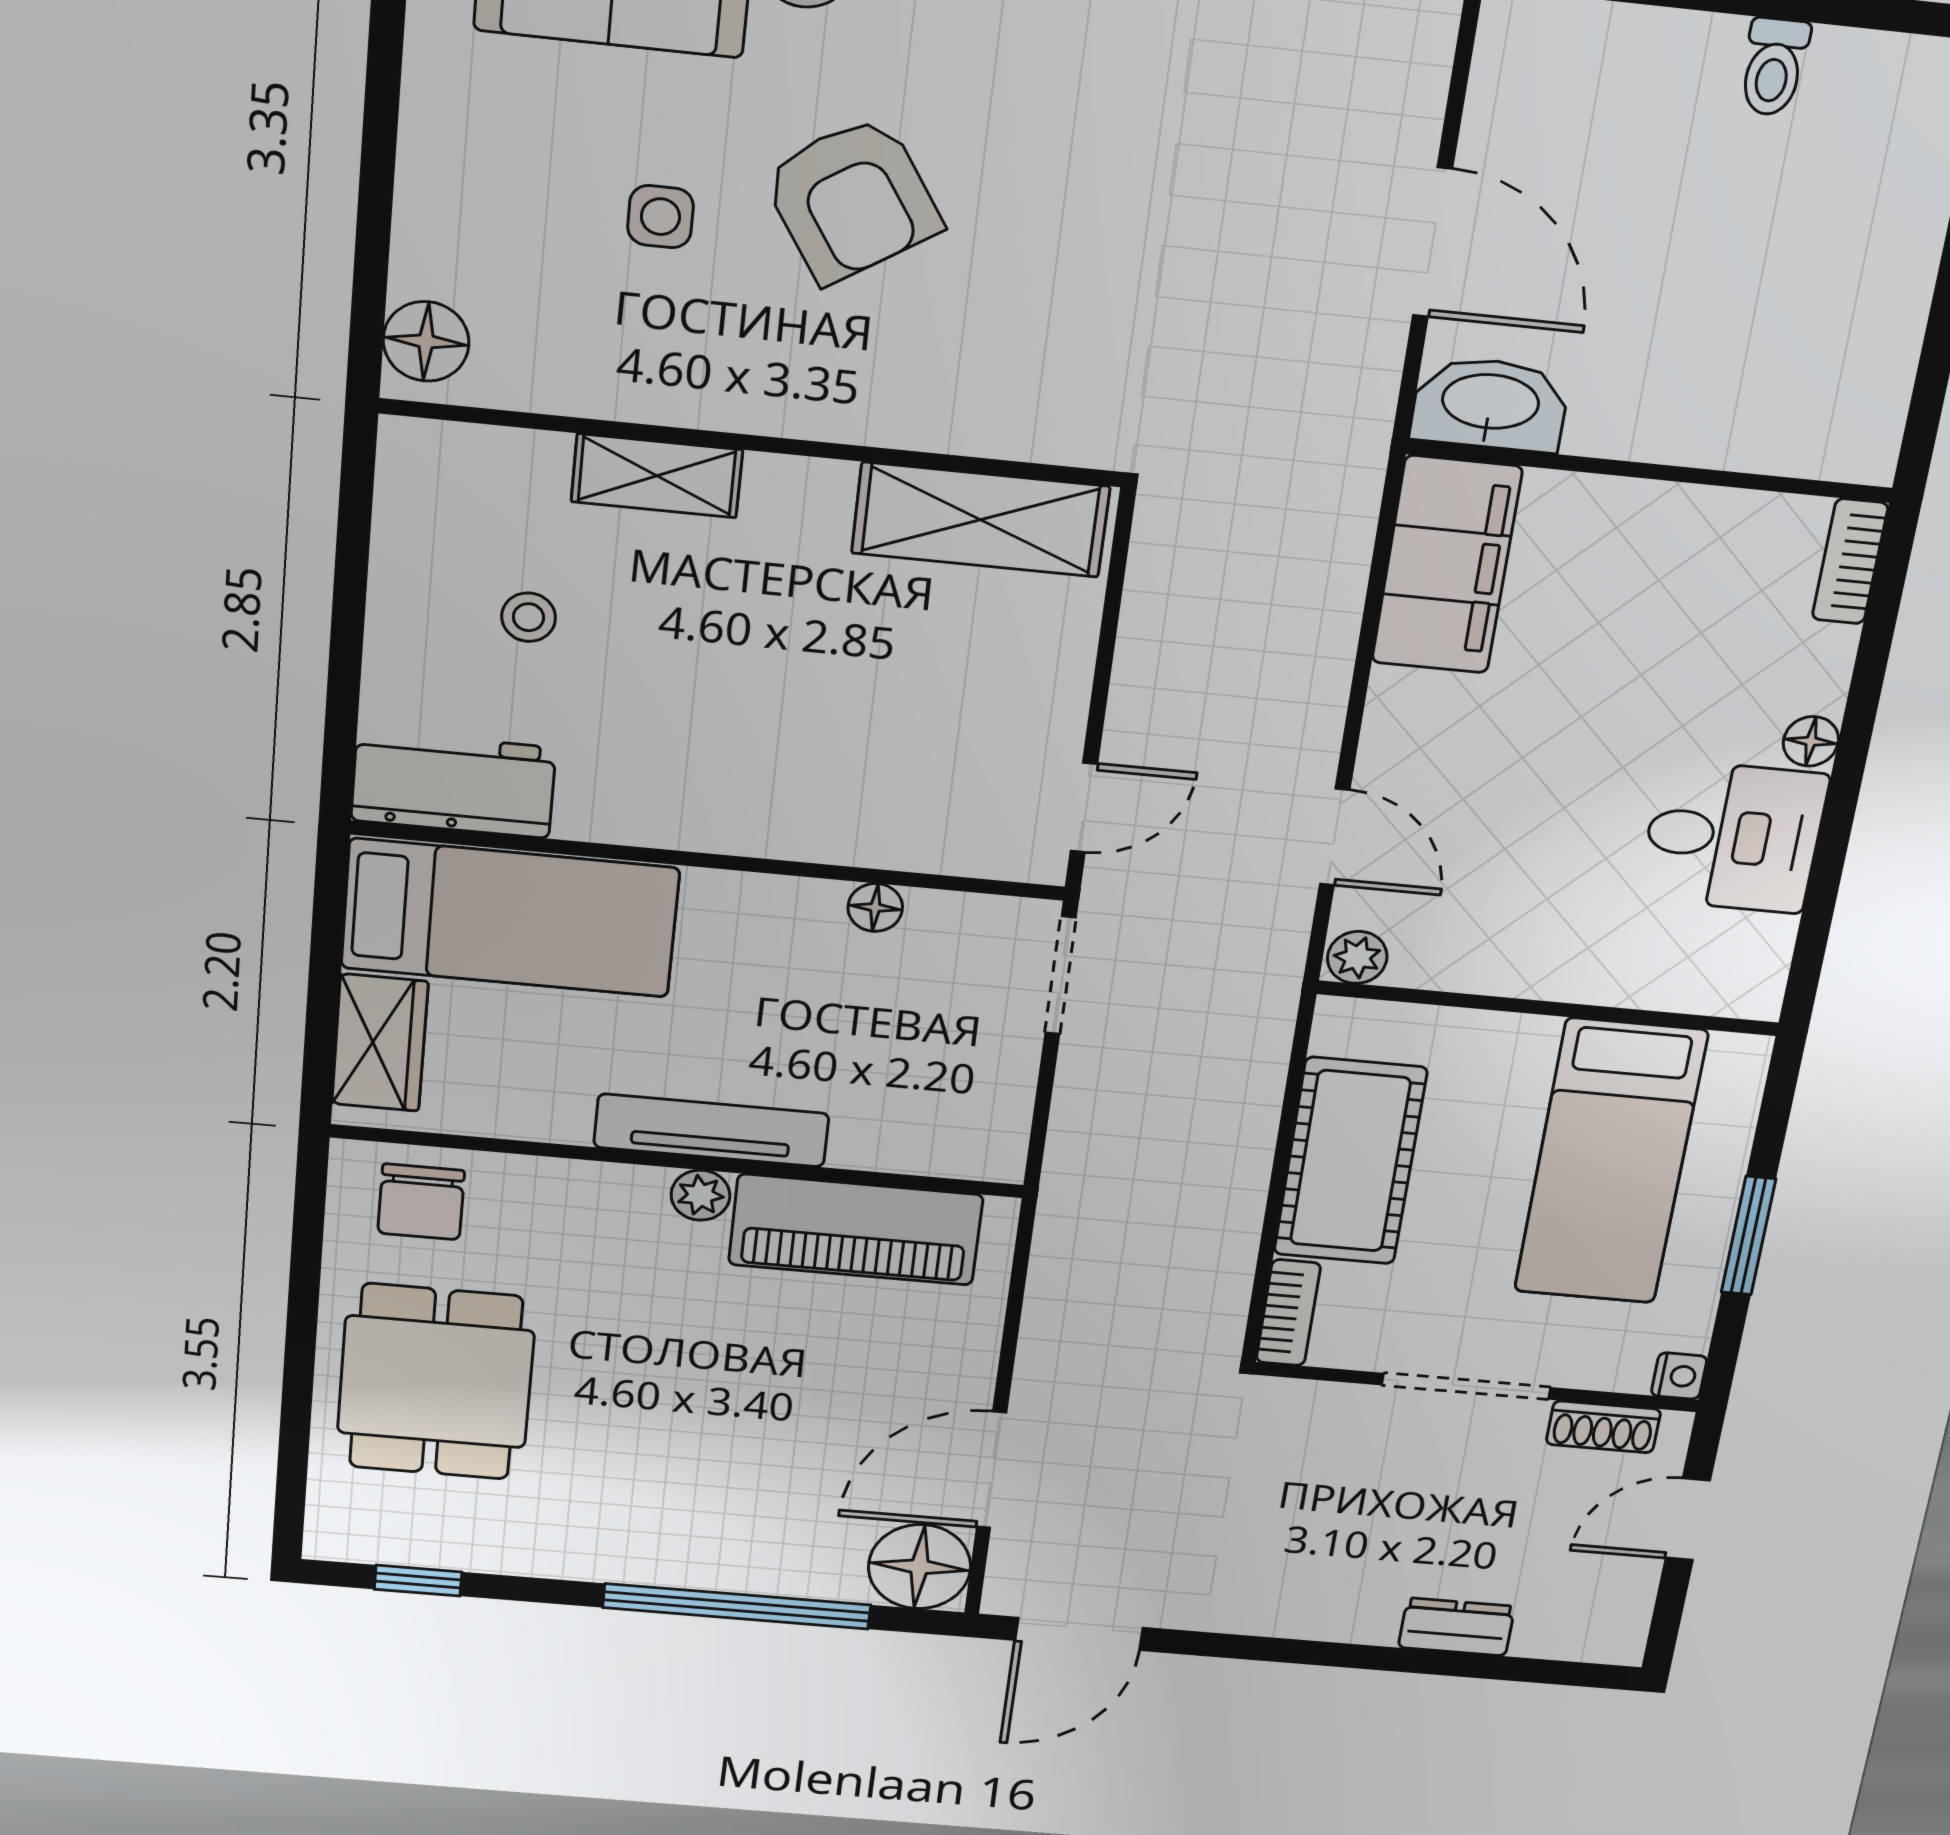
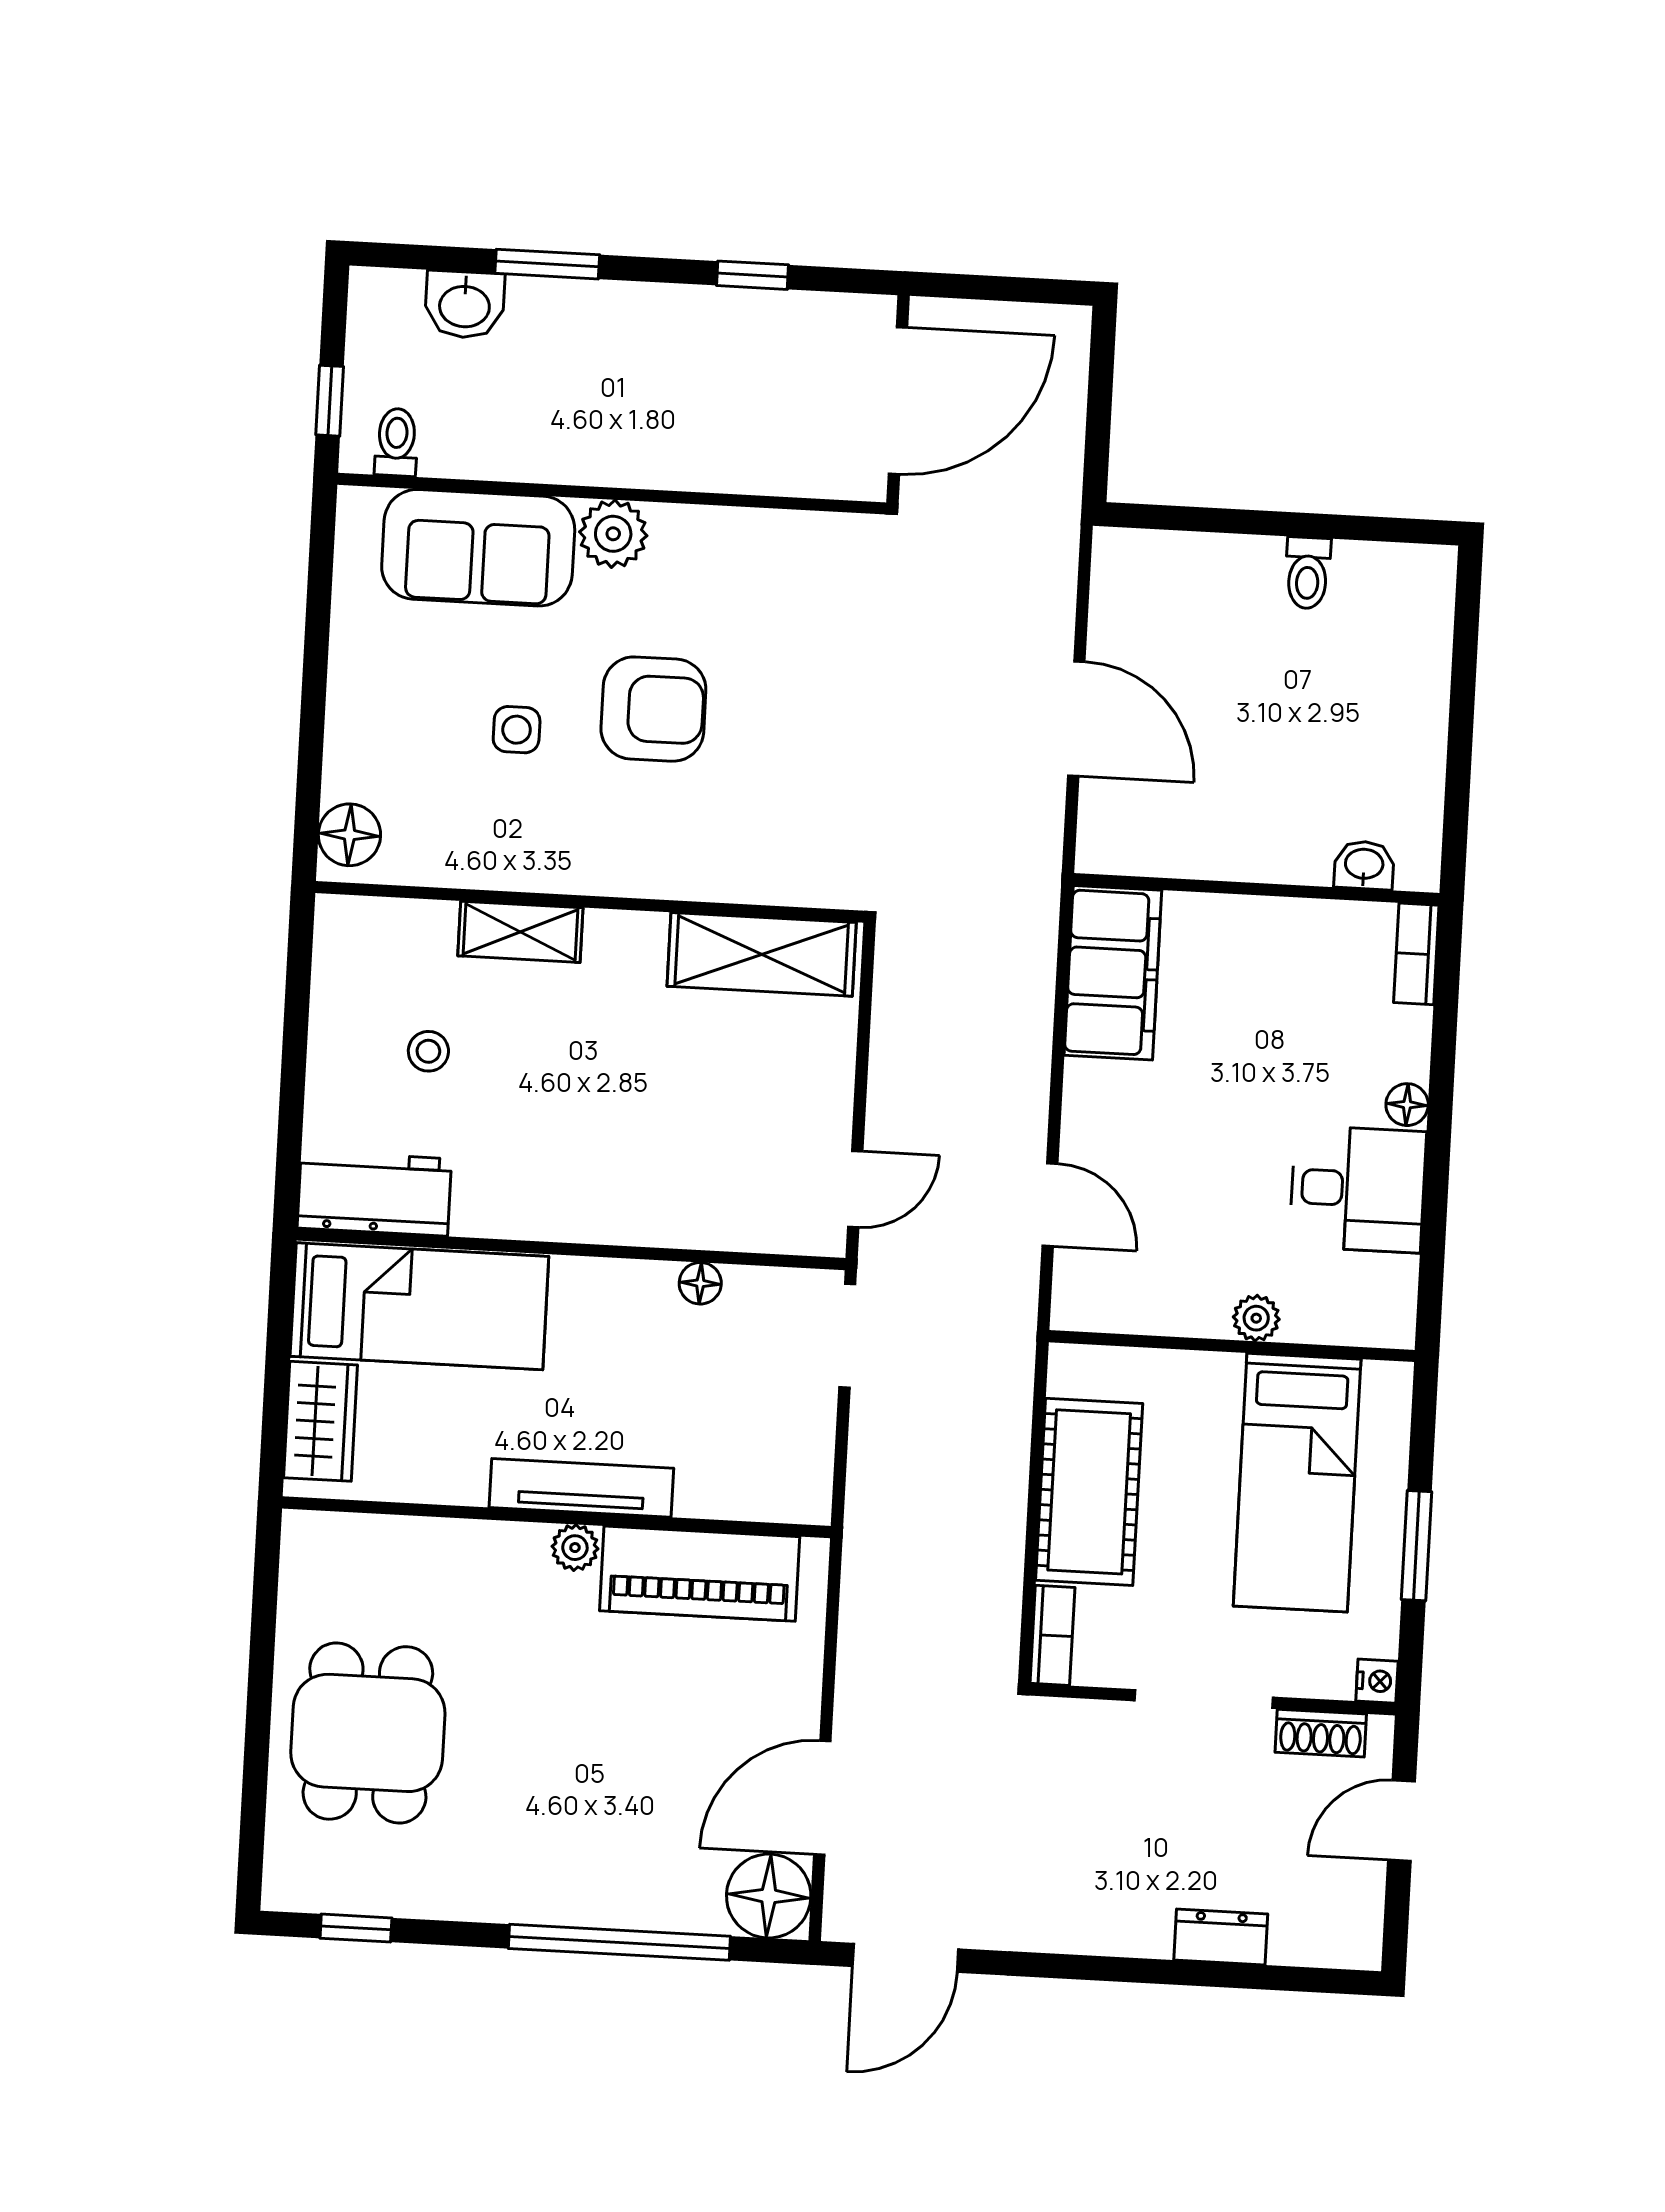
armchair: (852, 199) -> (653, 709), turned -57
washbasin: (1490, 404) -> (1364, 865), moved, width x0.52, depth x0.69
plant: (1357, 957) -> (1256, 1318), moved
chair: (421, 1202) -> (354, 1564), removed

